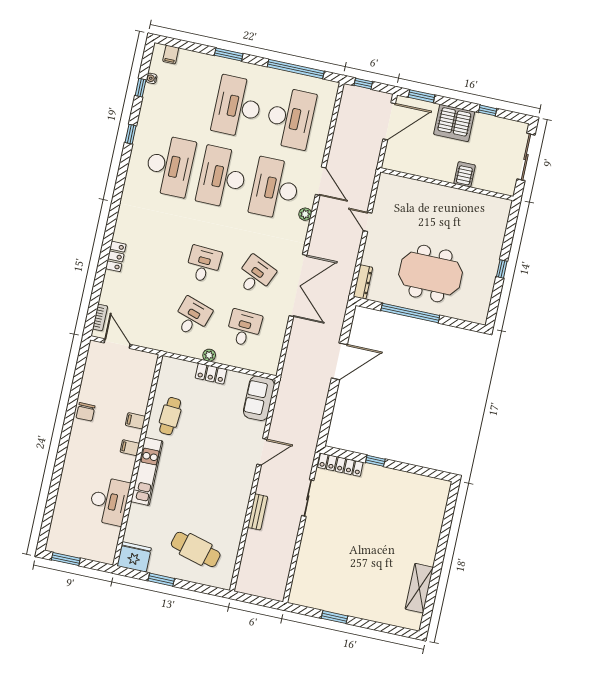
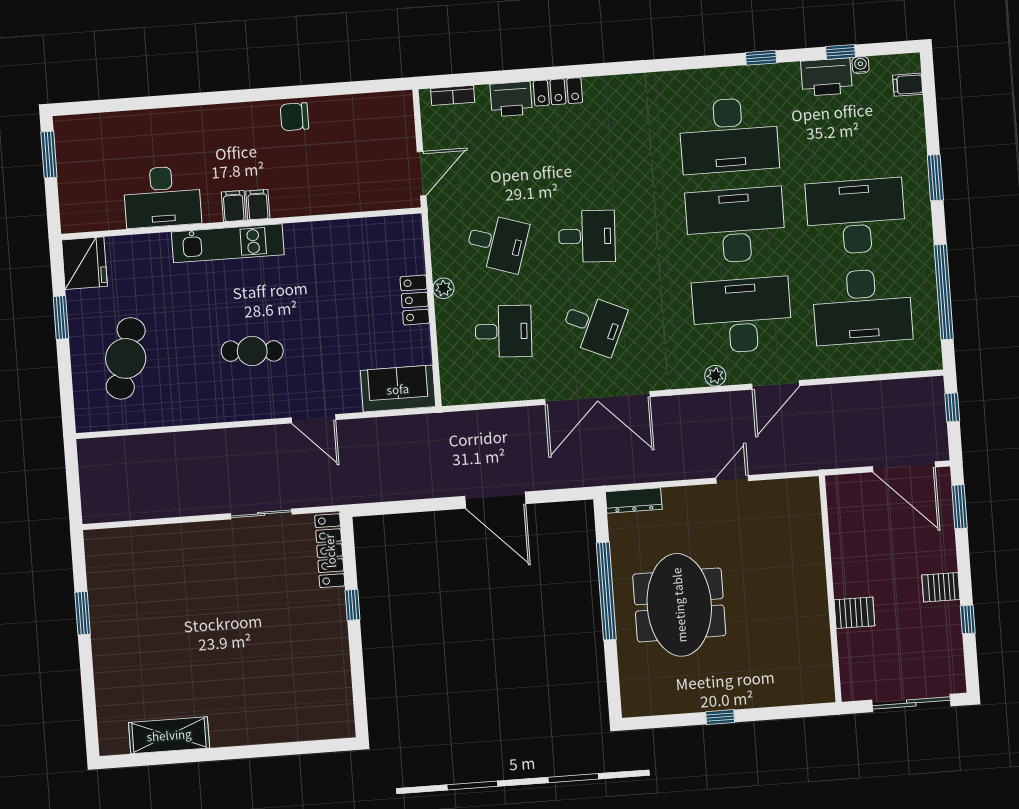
printer: (153, 100) -> (826, 77), added
server rack: (454, 123) -> (941, 587), width x0.46, depth x0.70
printer: (112, 285) -> (511, 99), added
door: (117, 344) -> (422, 174), moved
cafe table: (170, 416) -> (252, 351), moved
filing cabinet: (135, 421) -> (234, 206), moved
bench: (258, 512) -> (215, 440), removed

